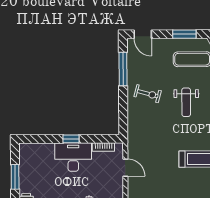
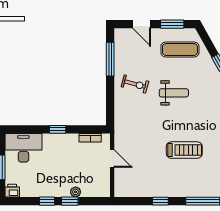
door: (143, 34) -> (142, 24), moved
weight bench: (186, 102) -> (174, 93), turned -90
desk: (73, 157) -> (23, 148), moved

